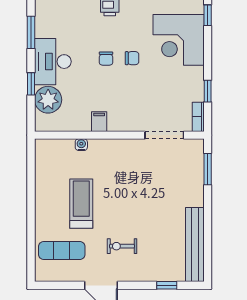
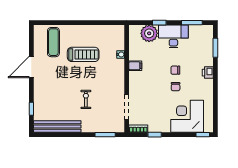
exercise bike: (122, 246) -> (86, 99), moved

